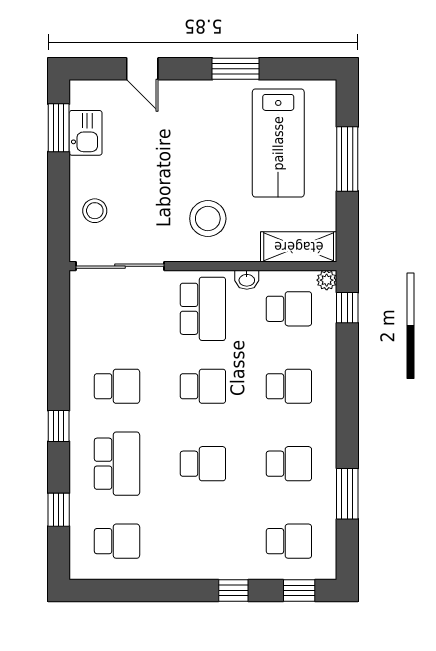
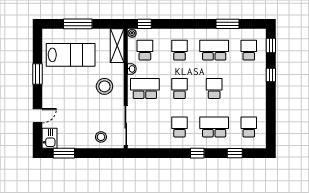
kitchen sink: (86, 133) -> (50, 138), moved, turned 90
school desk: (289, 464) -> (214, 50), width x1.85

